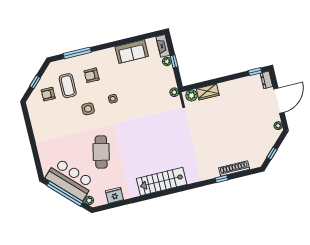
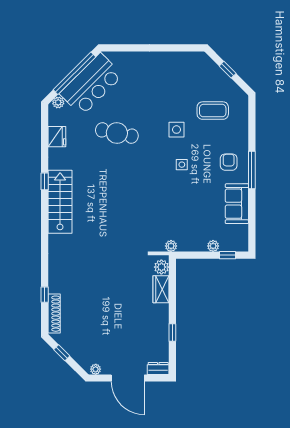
fireplace: (163, 46) -> (234, 246), removed
window: (77, 53) -> (252, 170), moved
window: (174, 61) -> (227, 255), moved
window: (255, 72) -> (172, 332), moved
armchair: (92, 75) -> (229, 162), moved
armchair: (48, 94) -> (208, 83), removed
shoe rack: (234, 168) -> (54, 314), moved
window: (221, 179) -> (45, 295), moved
window: (149, 196) -> (45, 181), added

